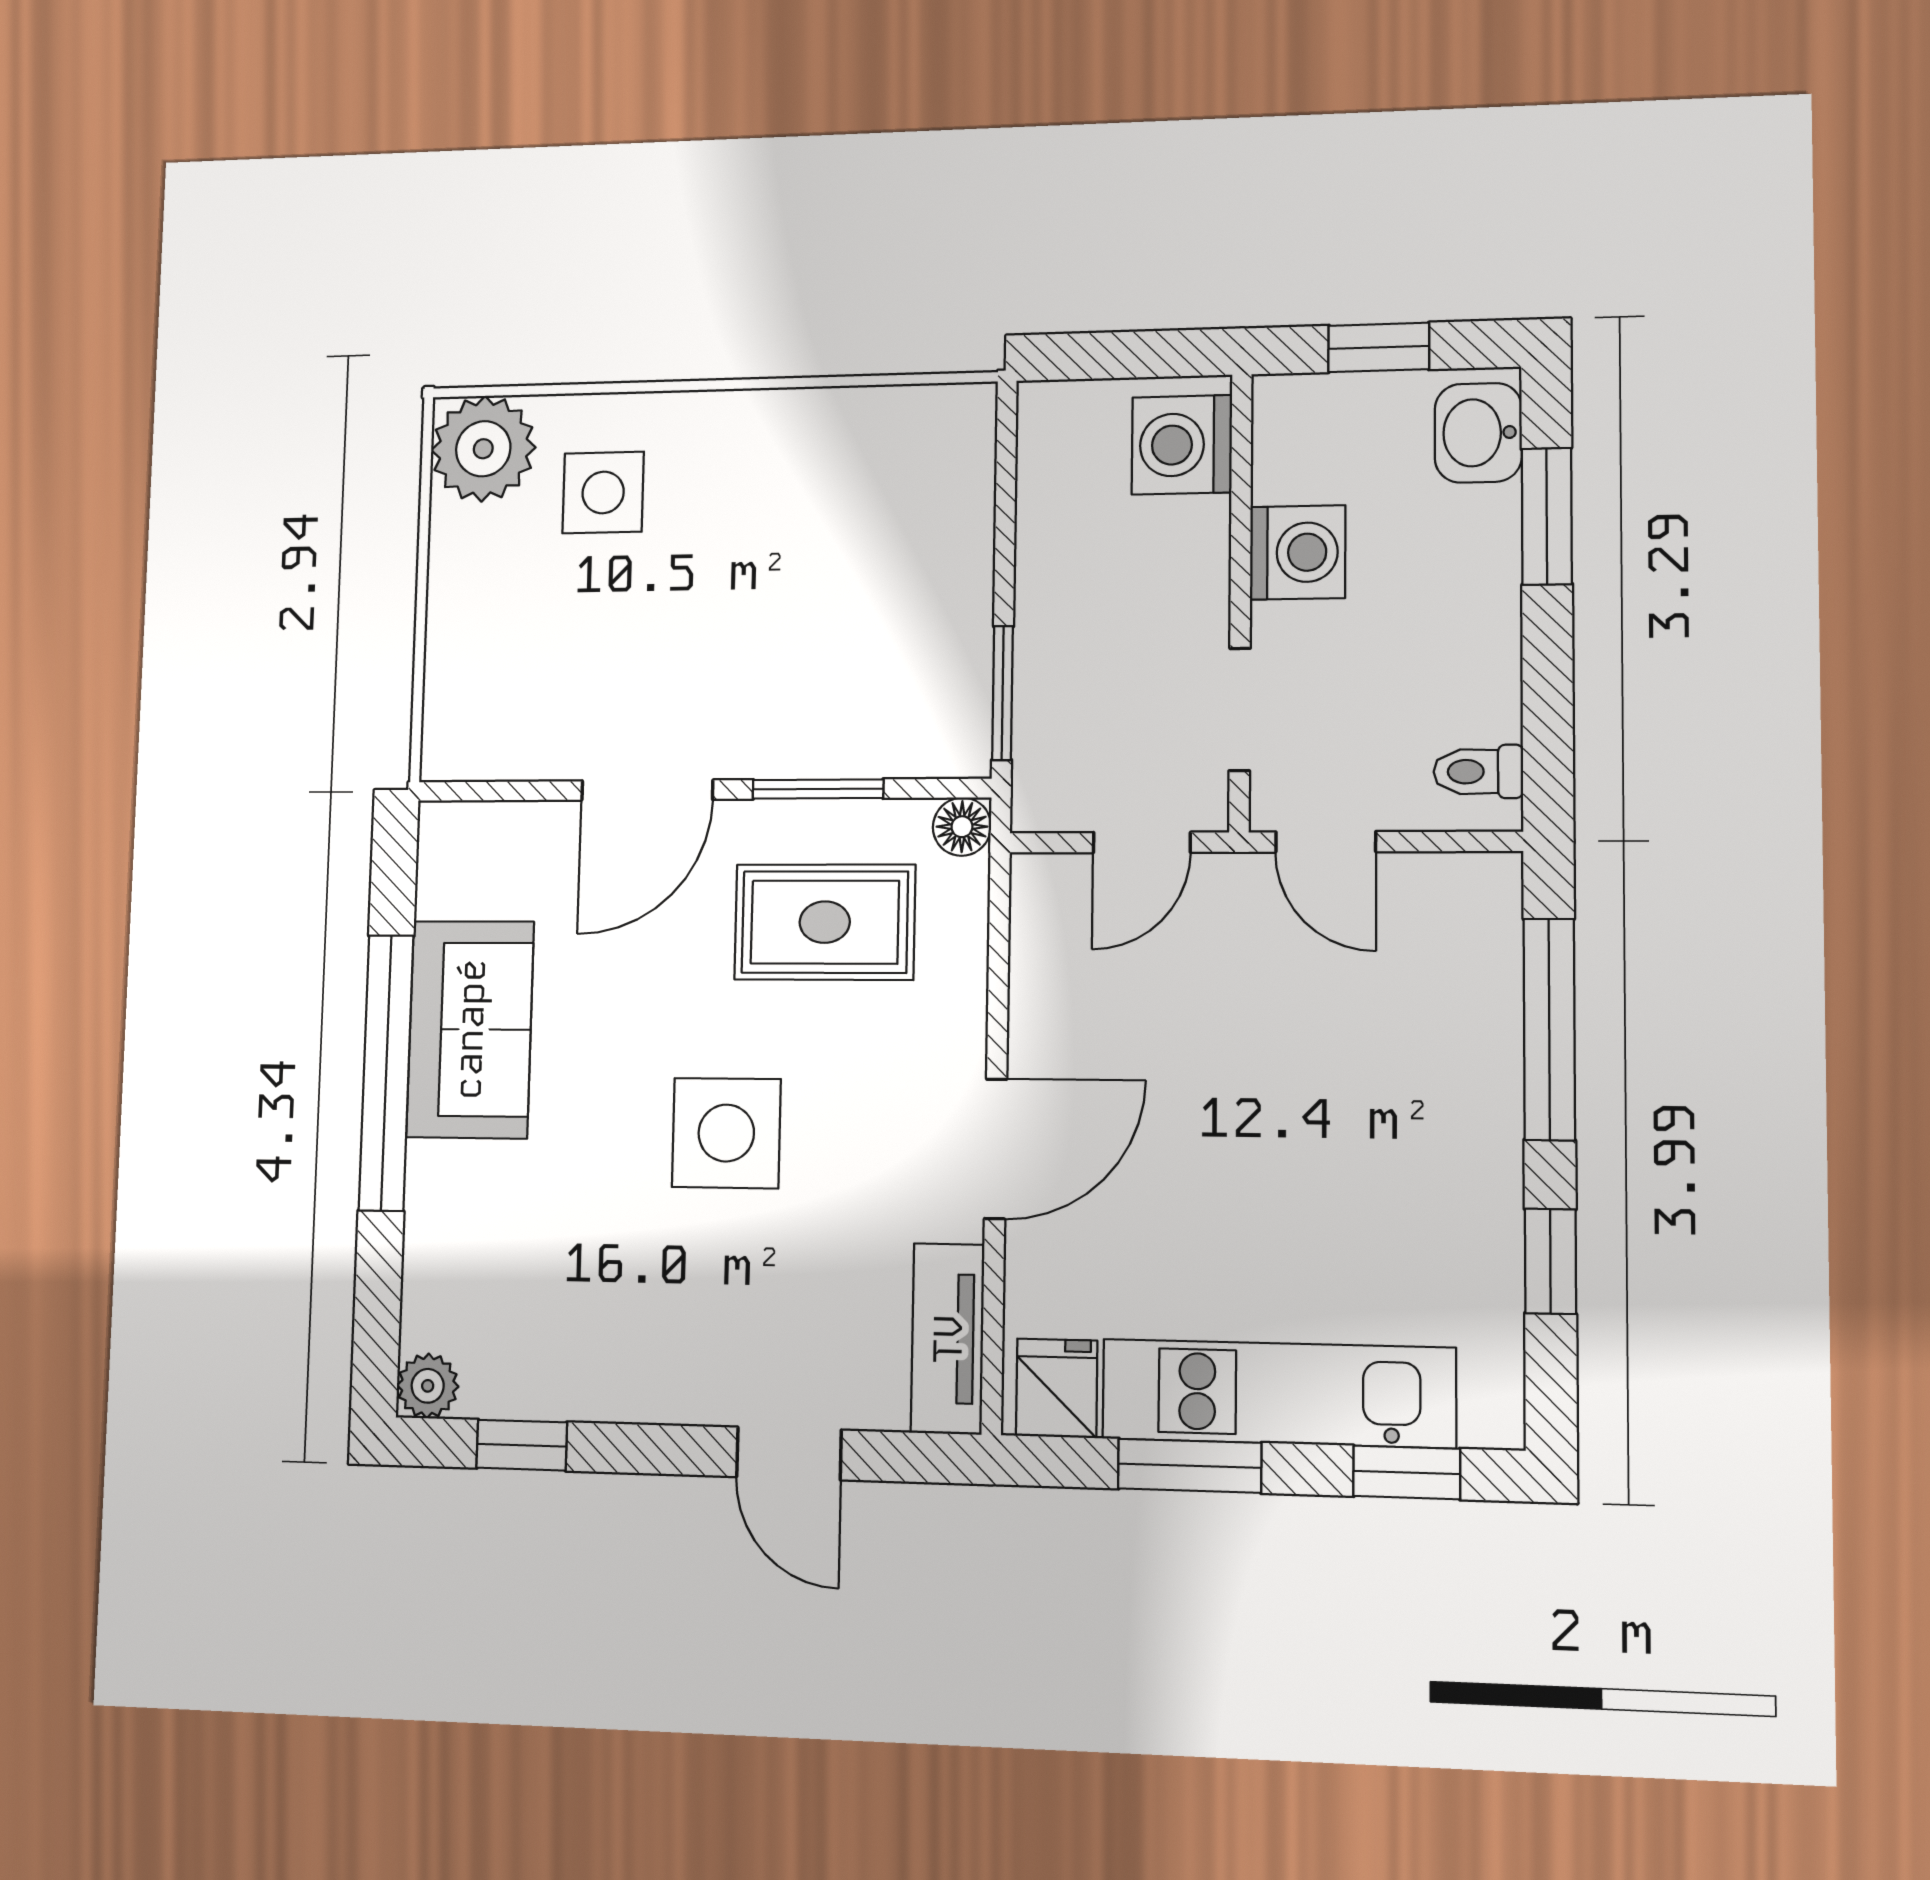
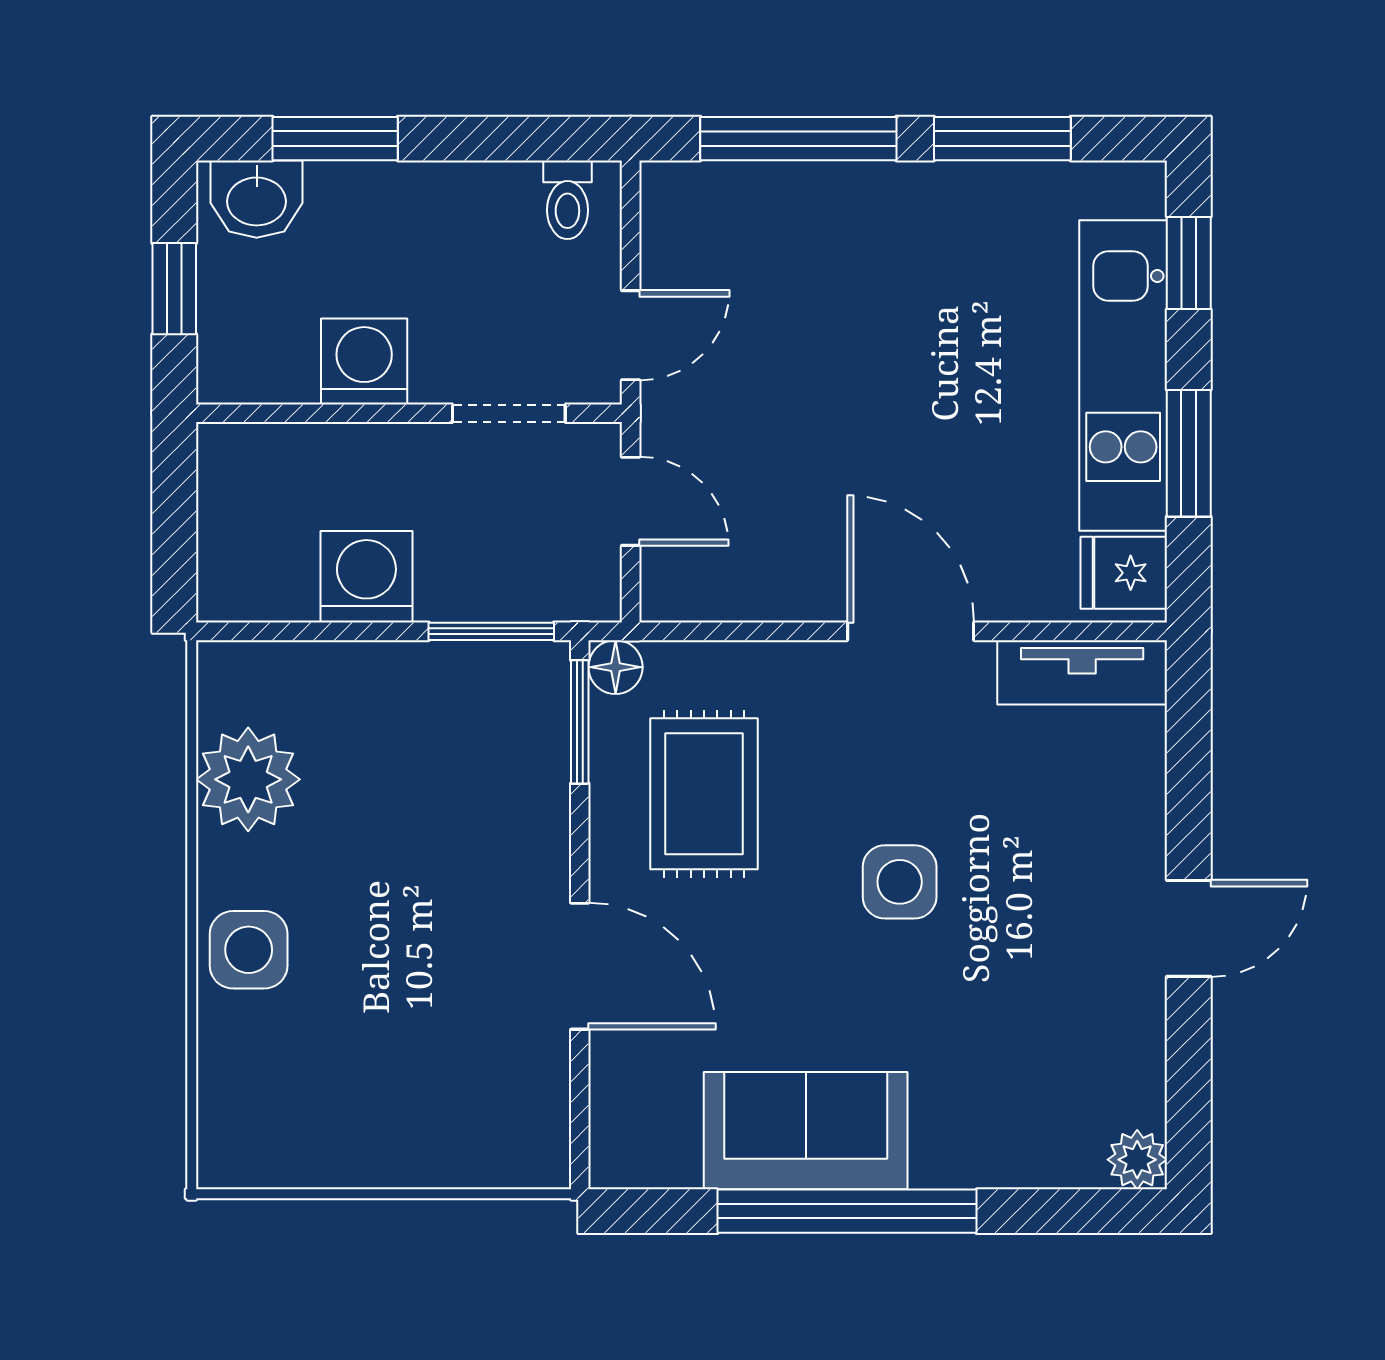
washing machine: (1182, 445) -> (366, 577), moved, turned 180
plant: (483, 449) -> (248, 779), moved
side table: (603, 493) -> (249, 950), moved
window: (818, 789) -> (580, 722), moved
side table: (726, 1133) -> (900, 882), width x0.73, depth x0.73
window: (1550, 1261) -> (1002, 139), width x1.50
window: (522, 1445) -> (1189, 1068), removed
door: (789, 1453) -> (1189, 928), moved

